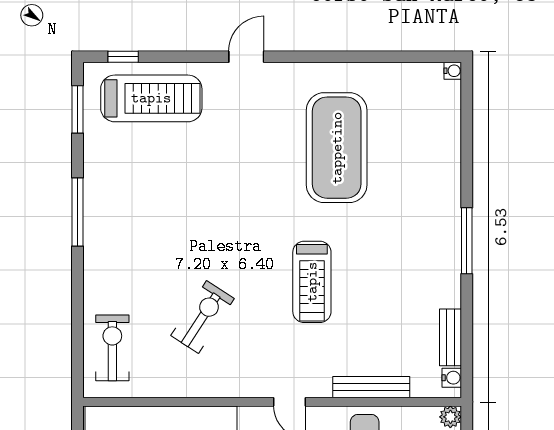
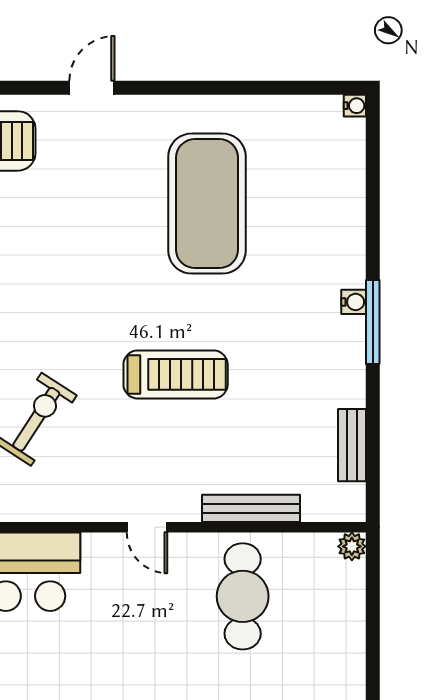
treadmill: (312, 282) -> (176, 374), turned -90
water cooler: (452, 378) -> (354, 302), moved

